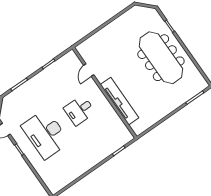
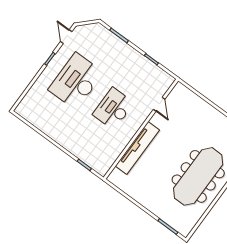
door: (89, 70) -> (159, 104), swing flipped
desk: (79, 110) -> (113, 109), width x1.37

